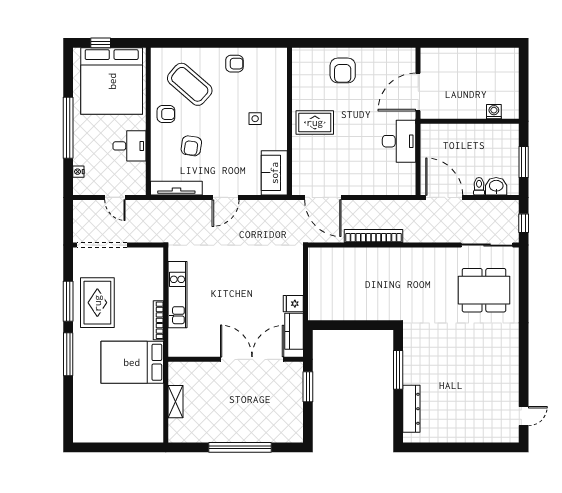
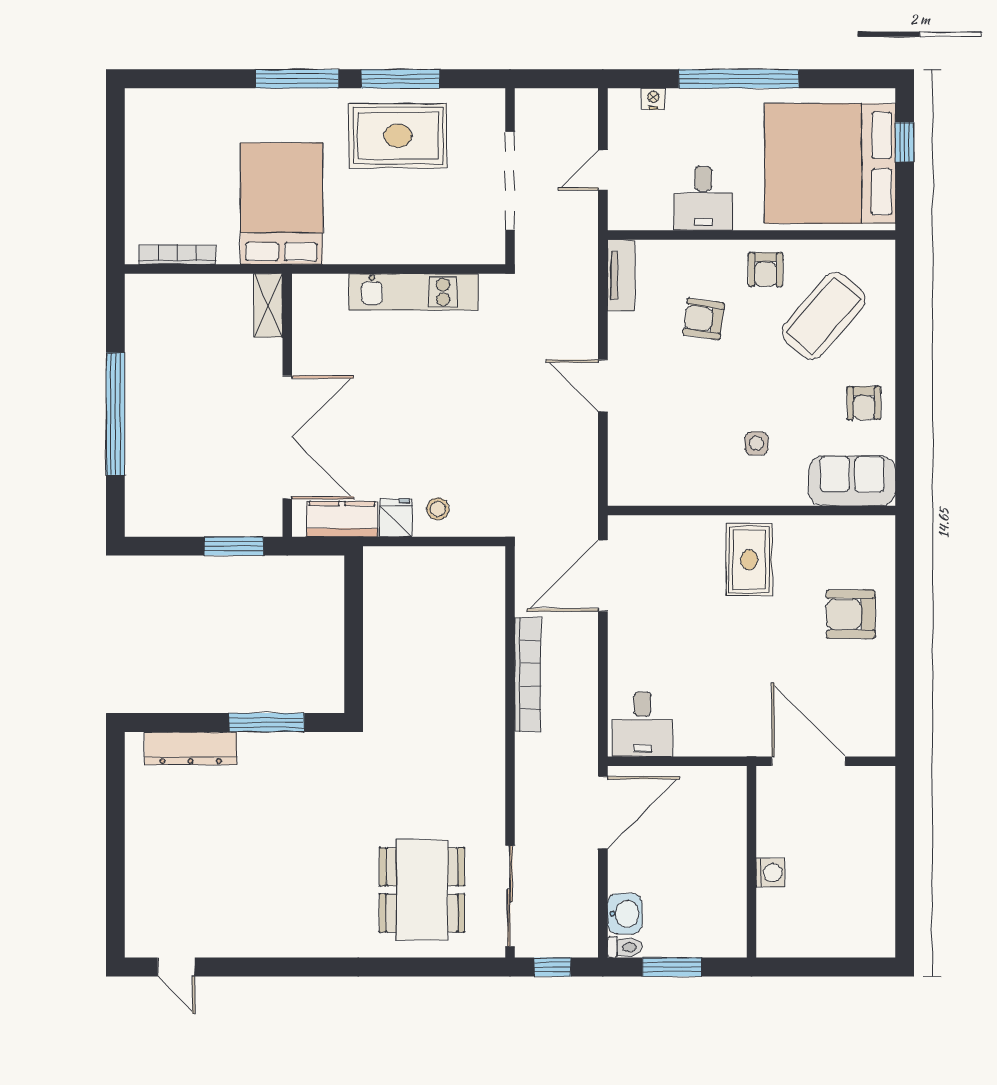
washing machine: (494, 112) -> (770, 873), moved
desk: (399, 141) -> (643, 724), moved, width x0.73
sofa: (274, 173) -> (852, 481), moved
toilet: (479, 186) -> (625, 947), moved
tv unit: (176, 188) -> (621, 275), width x0.71
doorway: (102, 245) -> (510, 181), moved
stool: (289, 282) -> (438, 509), added
bookcase: (158, 320) -> (177, 255), moved
shelving: (176, 402) -> (268, 306), moved, turned 90

